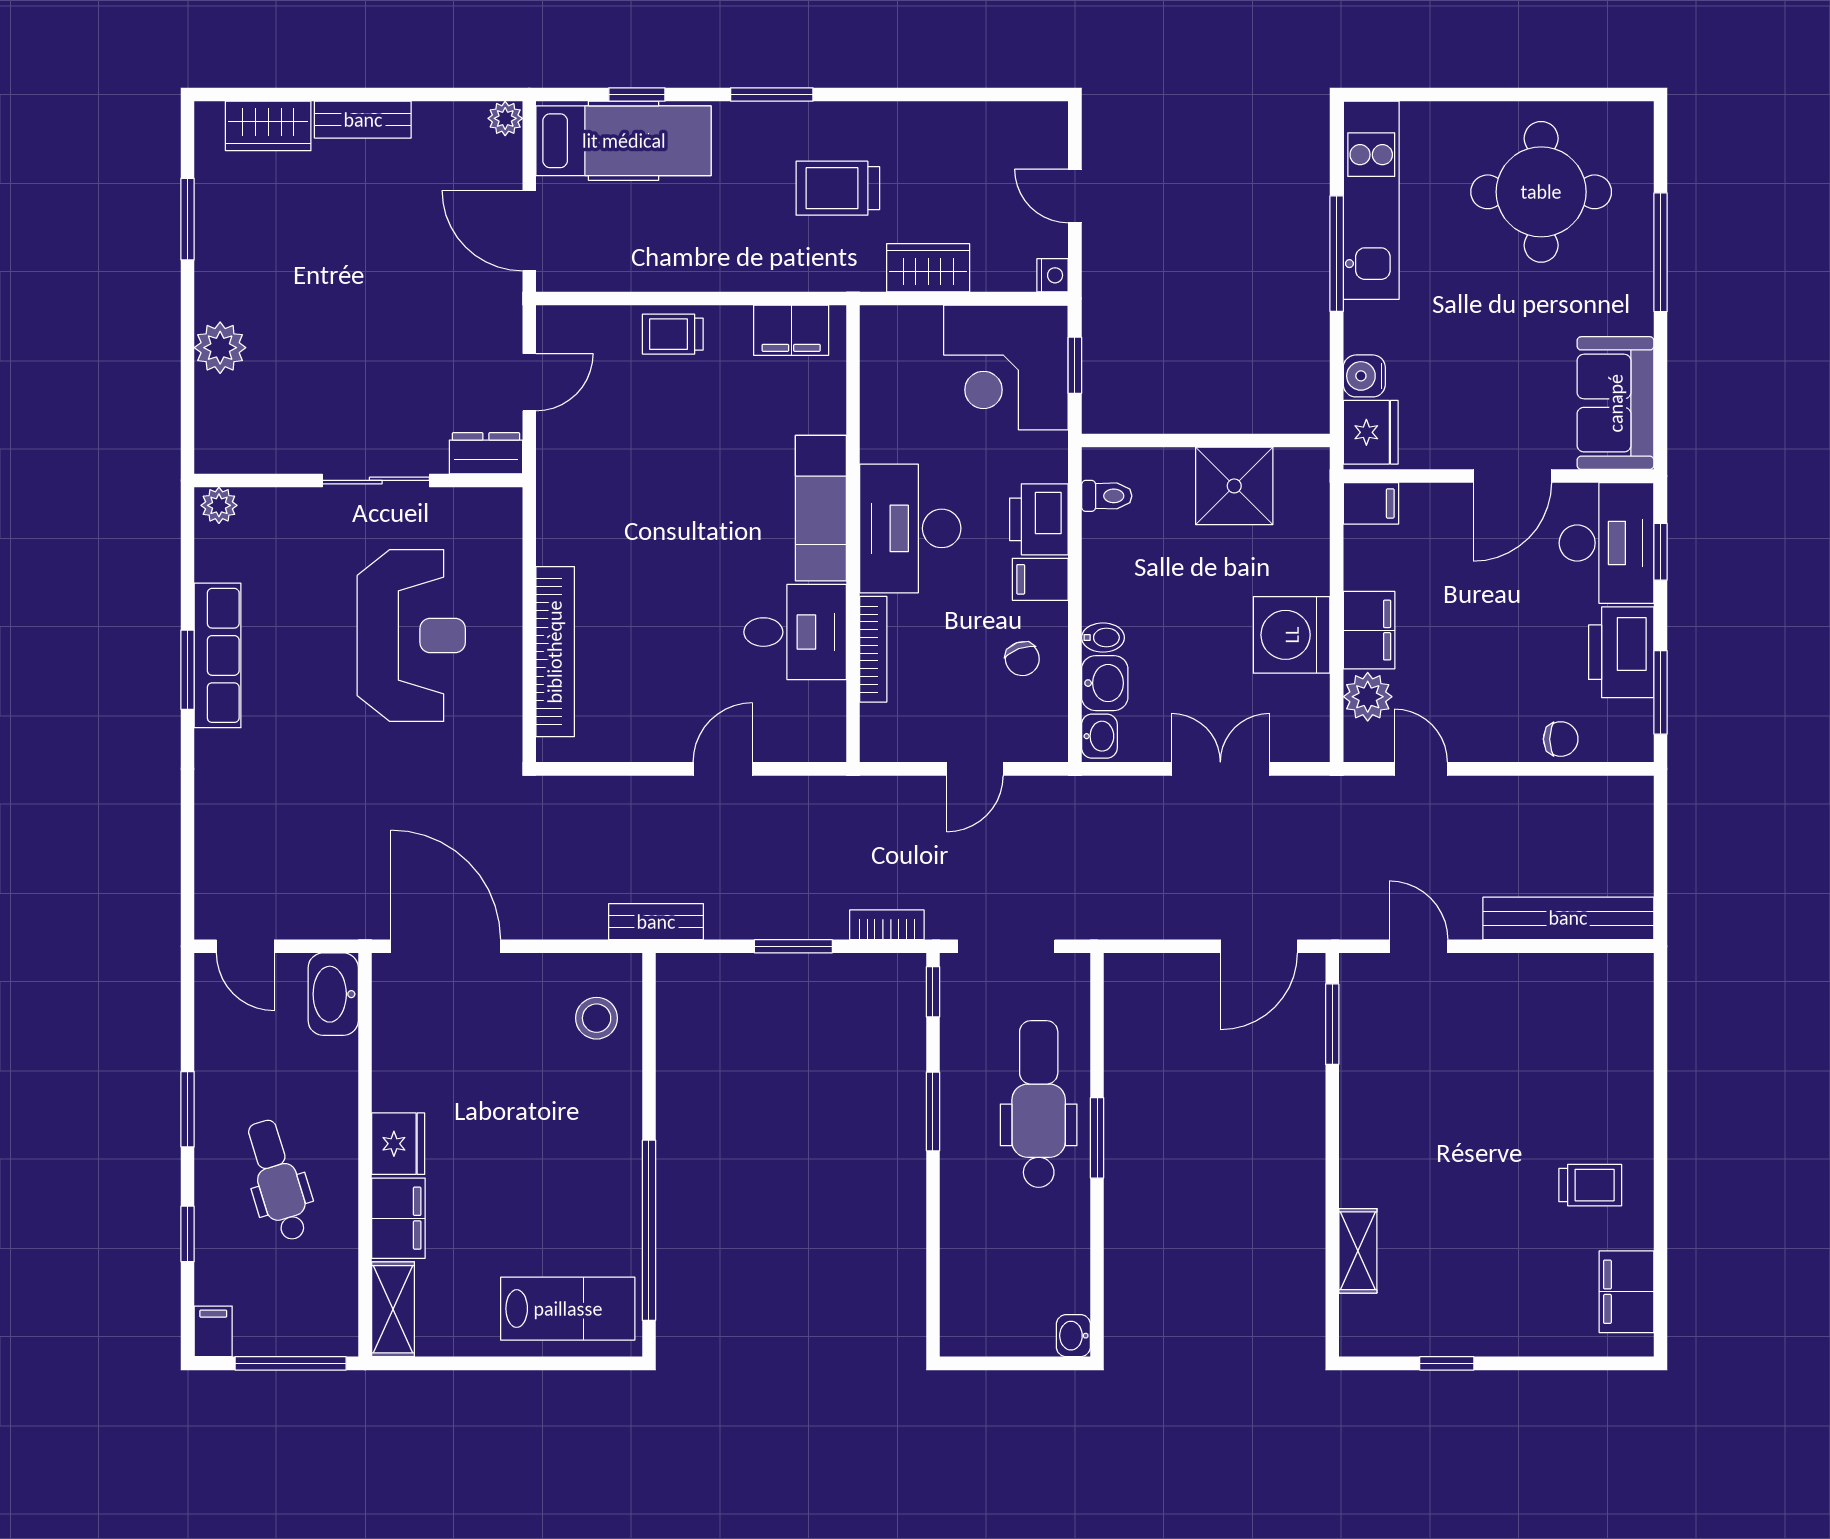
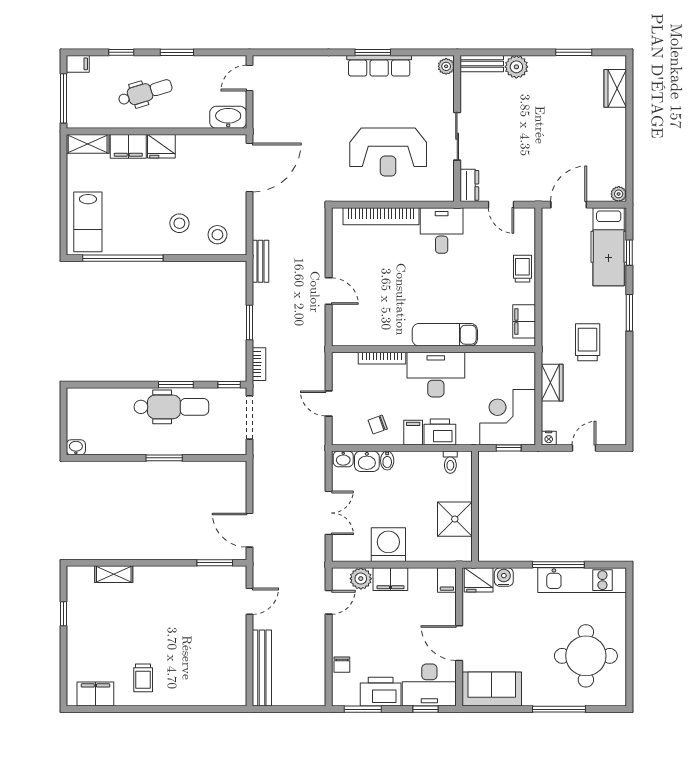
bench: (363, 120) -> (482, 64), moved, turned 90
desk: (795, 632) -> (442, 230), moved, turned 180
stool: (571, 1103) -> (179, 223), added
dental chair: (1039, 1104) -> (171, 407), moved

